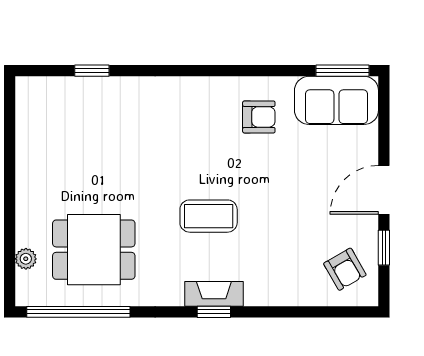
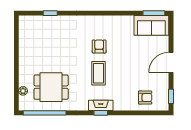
armchair: (259, 117) -> (99, 46), moved, turned -90
coffee table: (209, 216) -> (99, 73), turned 90
window: (384, 248) -> (171, 96), moved
armchair: (345, 269) -> (145, 98), moved, turned -60

